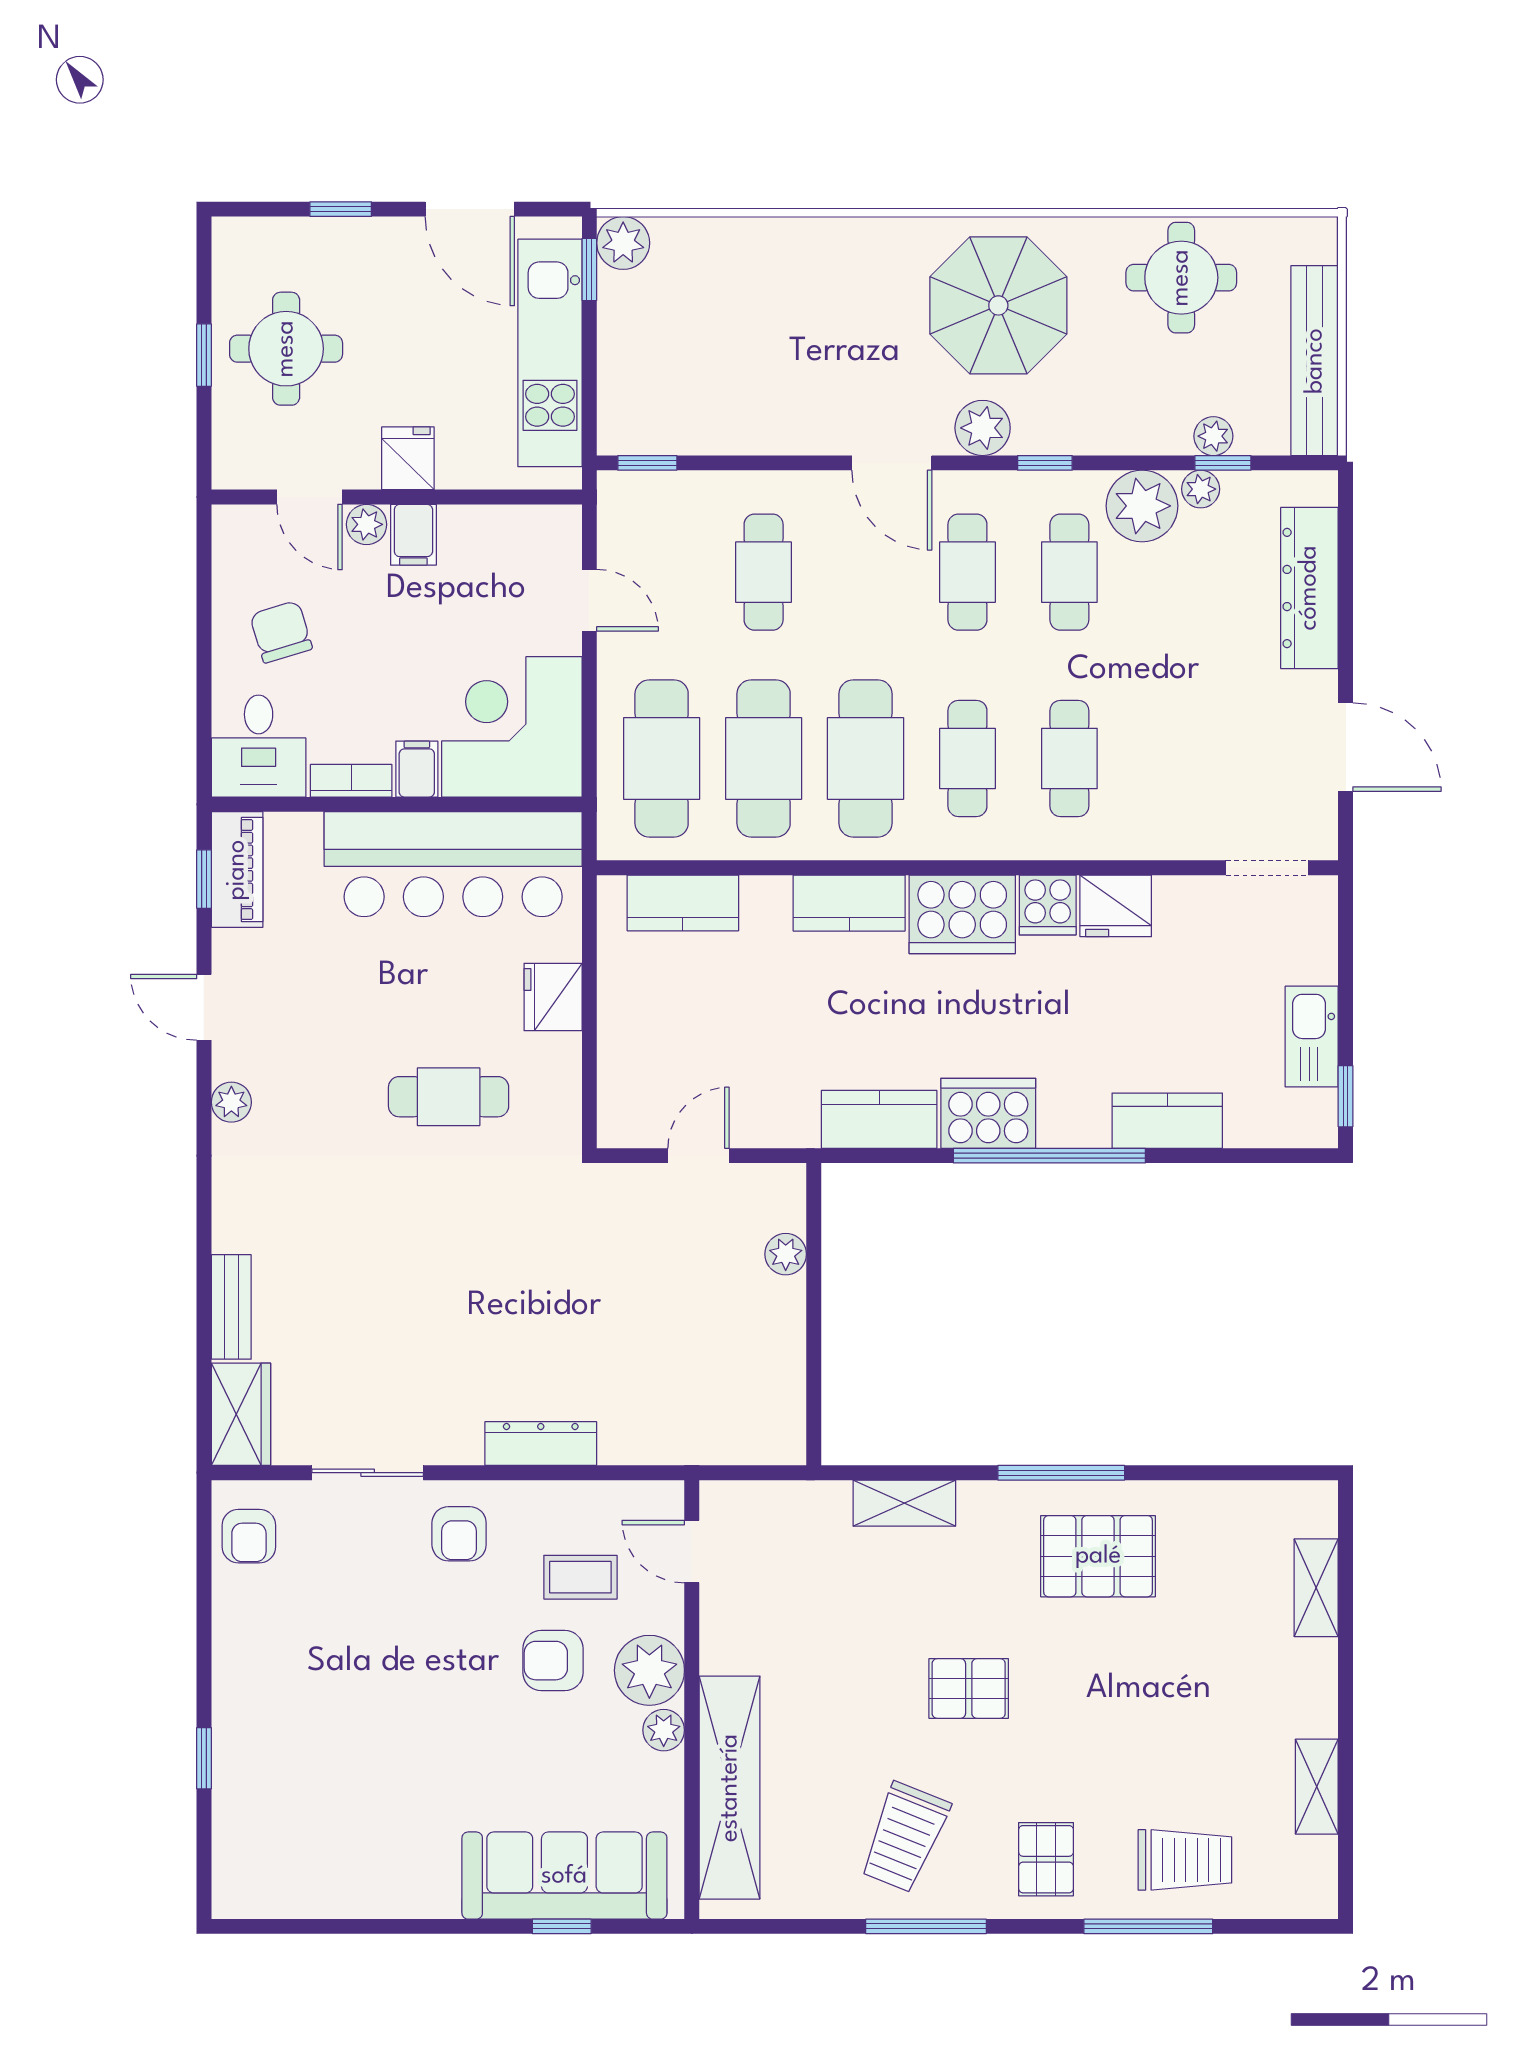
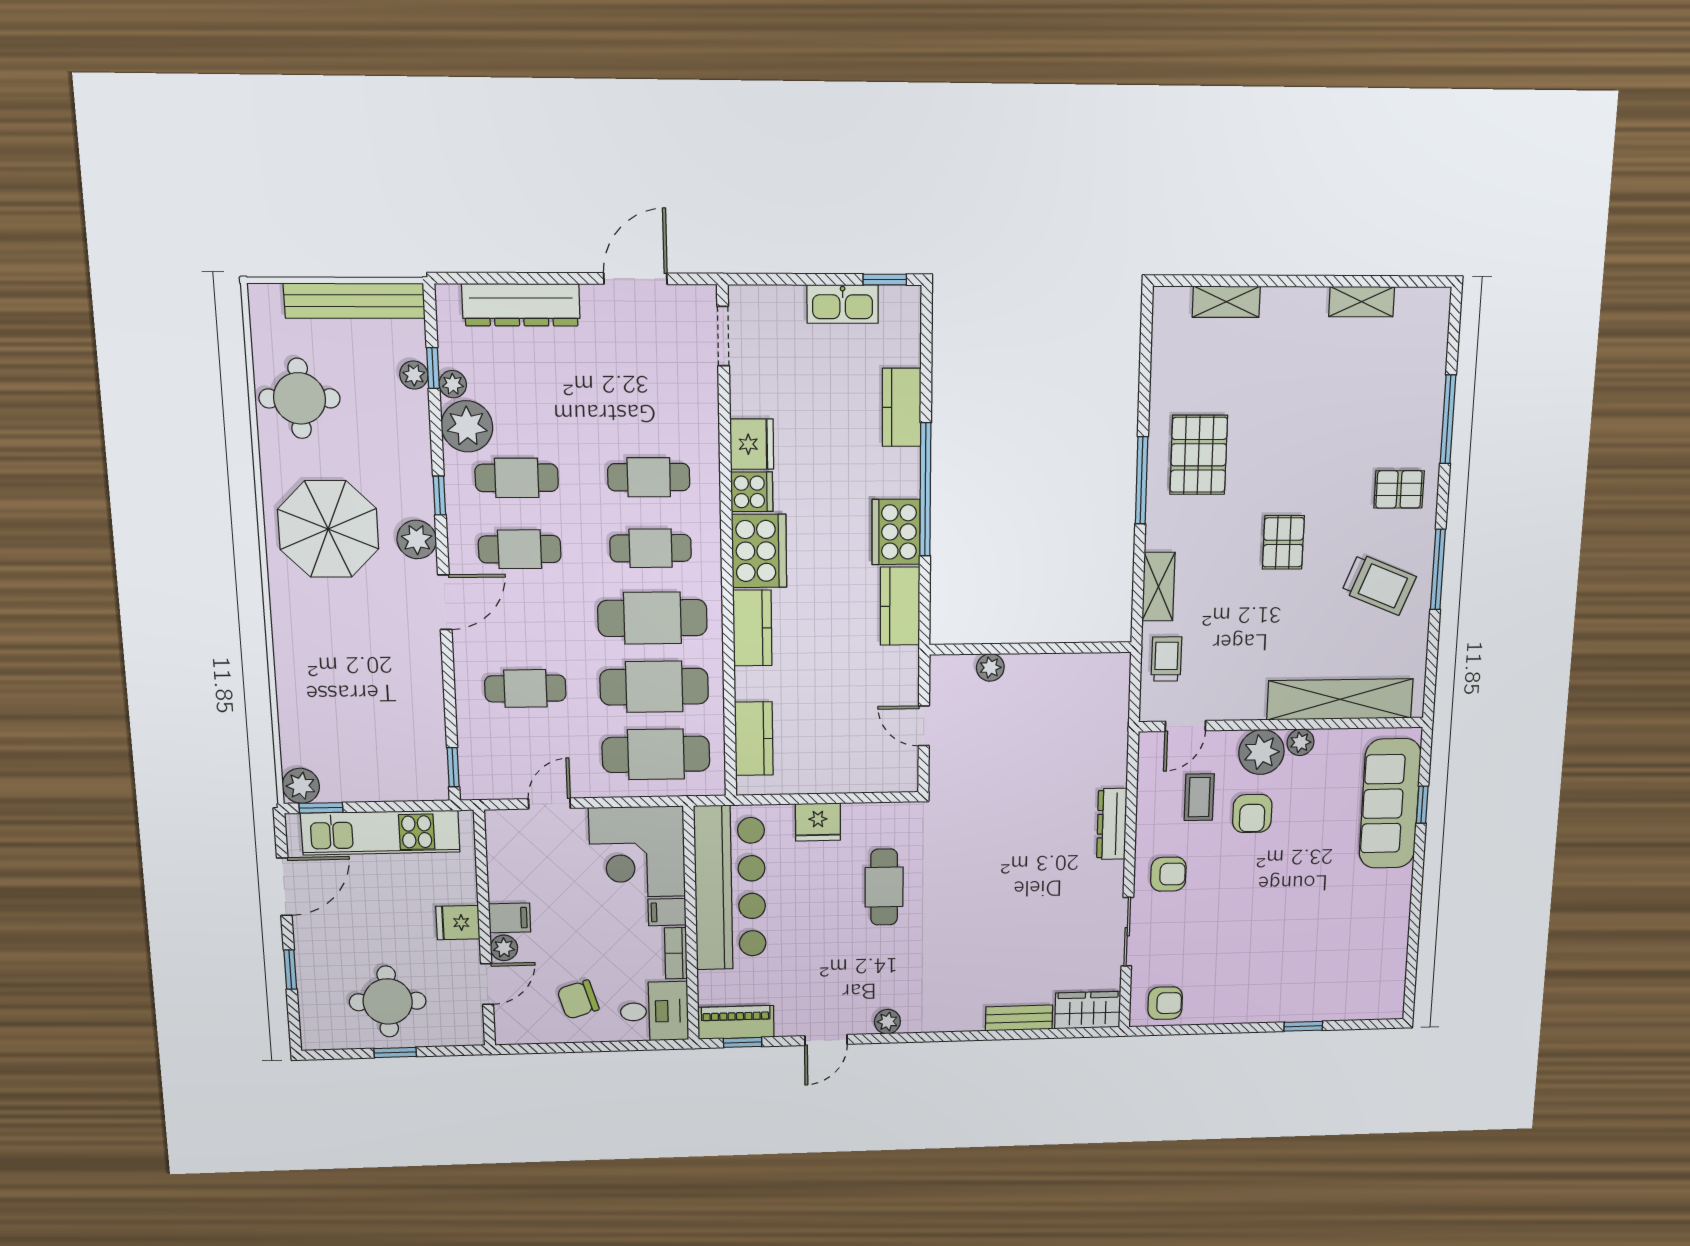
trolley: (1185, 1860) -> (1166, 659), moved, width x0.73, depth x0.72

